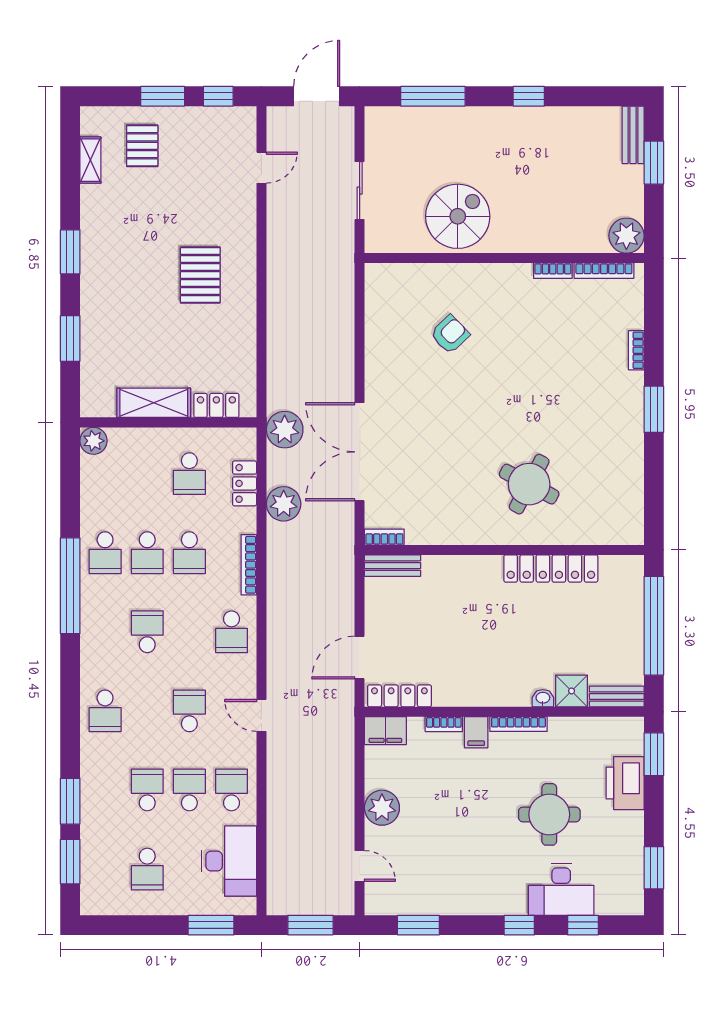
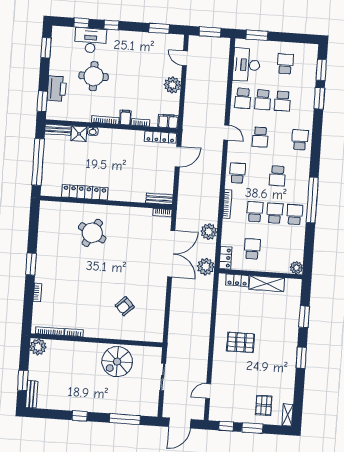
shelving: (90, 160) -> (288, 415), moved
pallet: (200, 275) -> (241, 342), turned 90
locker: (245, 483) -> (225, 258), moved

